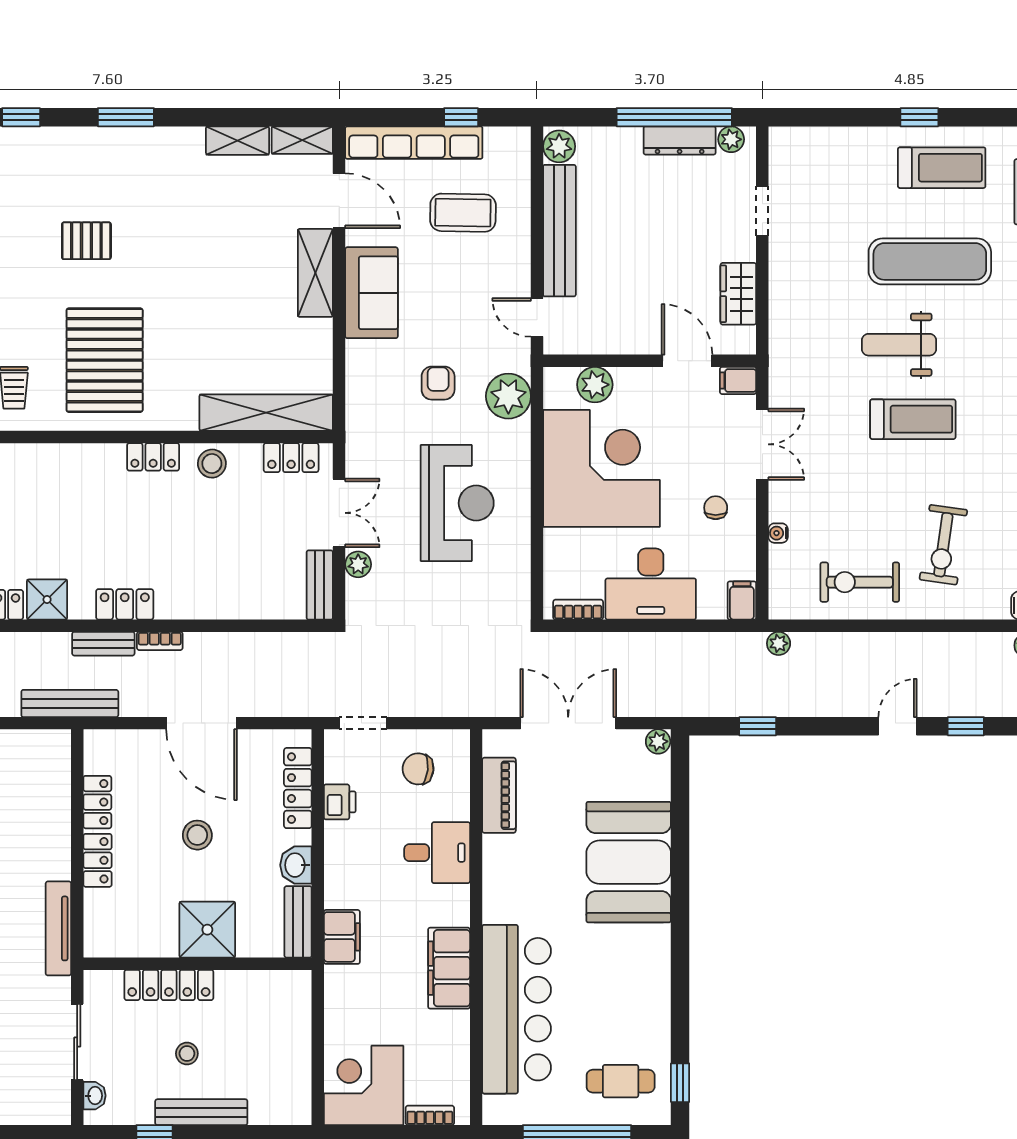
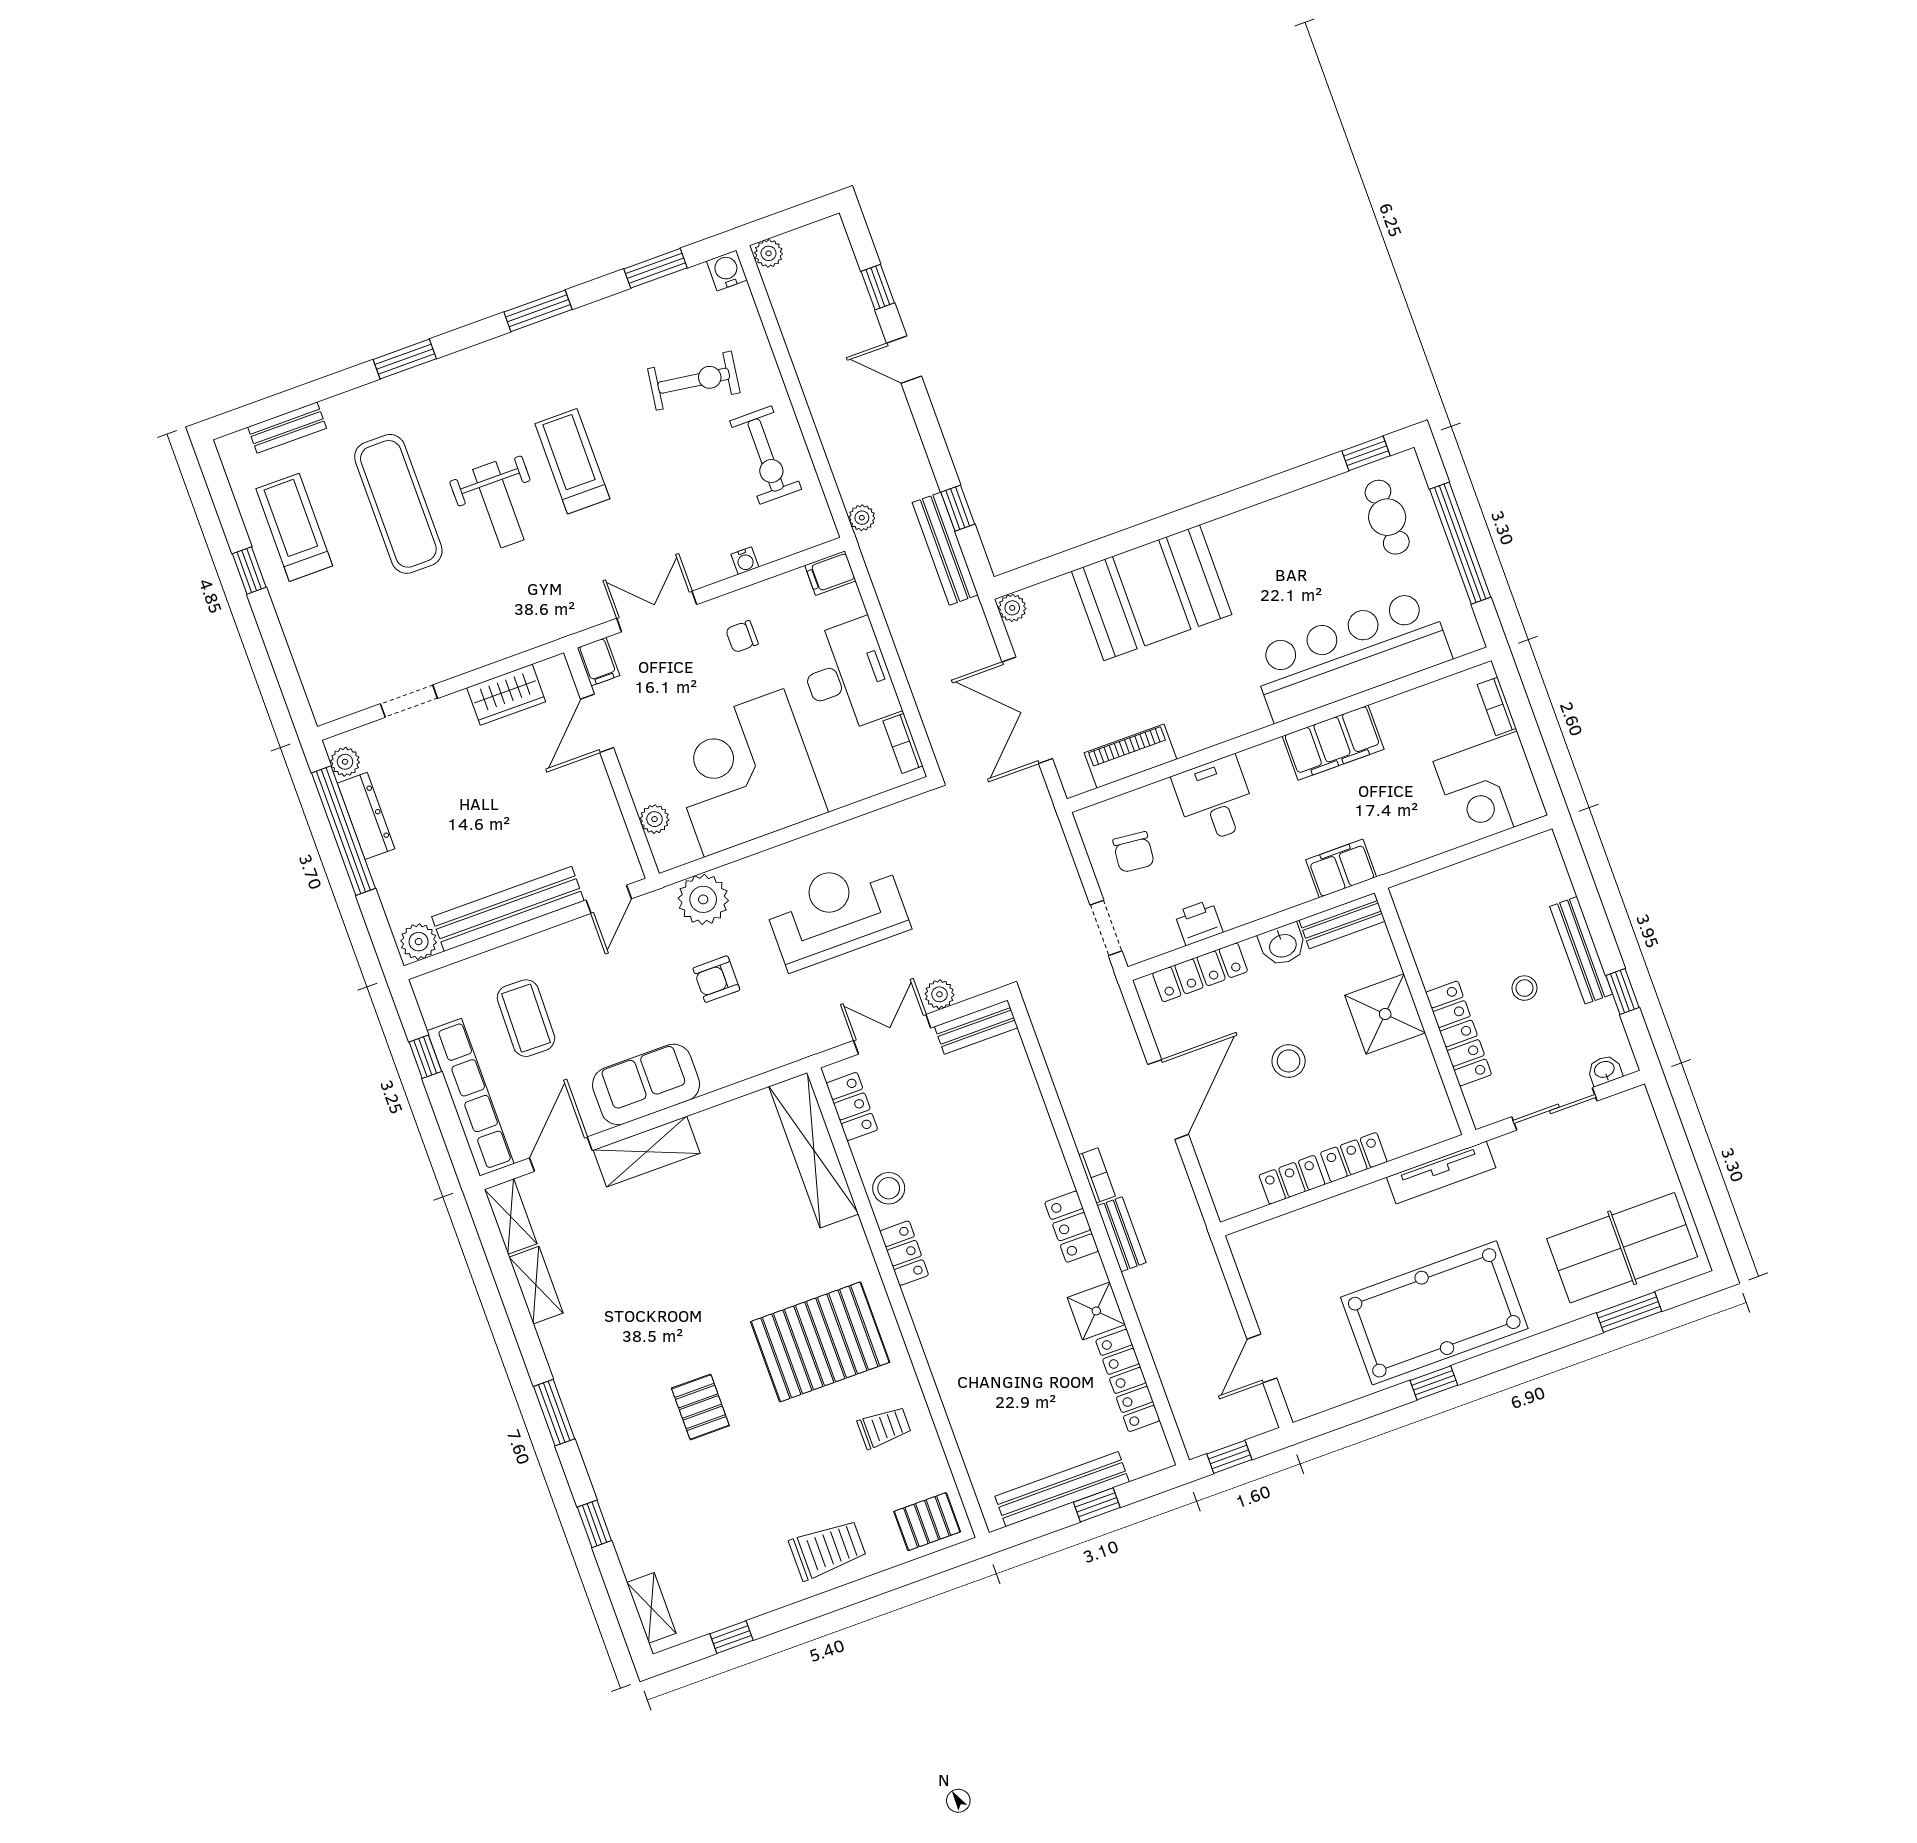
plant: (595, 385) -> (655, 819), width x0.73, depth x0.73
bench: (70, 703) -> (945, 549), moved

